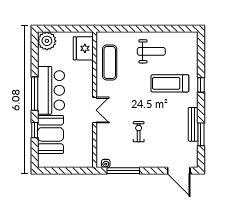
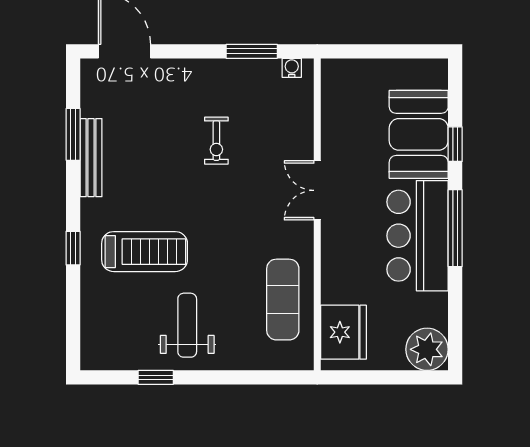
window: (165, 29) -> (156, 377), added
weight bench: (151, 51) -> (187, 325), turned 90
window: (123, 171) -> (252, 51), width x0.69

